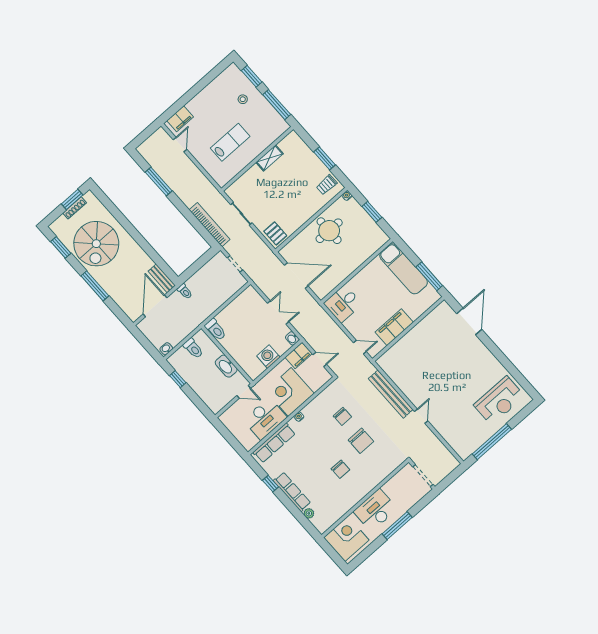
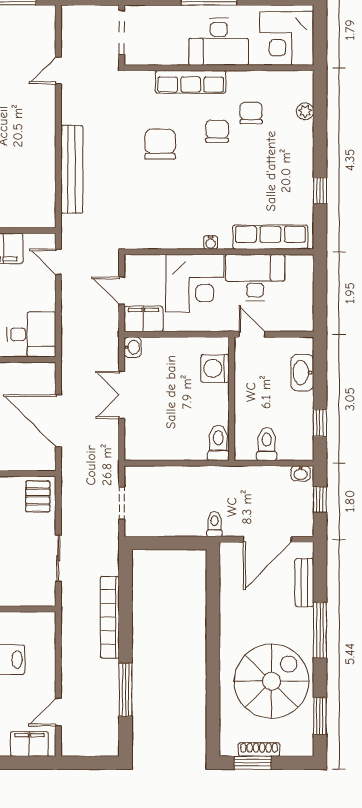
bookcase: (210, 225) -> (110, 617), moved
bench: (162, 278) -> (304, 583), moved
window: (147, 345) -> (320, 499), added
washing machine: (268, 357) -> (215, 368), moved, turned 90
washbasin: (226, 366) -> (302, 373), moved, turned 180
chair: (342, 416) -> (251, 113), moved
door: (421, 416) -> (58, 70), moved
row of seats: (292, 492) -> (191, 82), moved, turned -90

